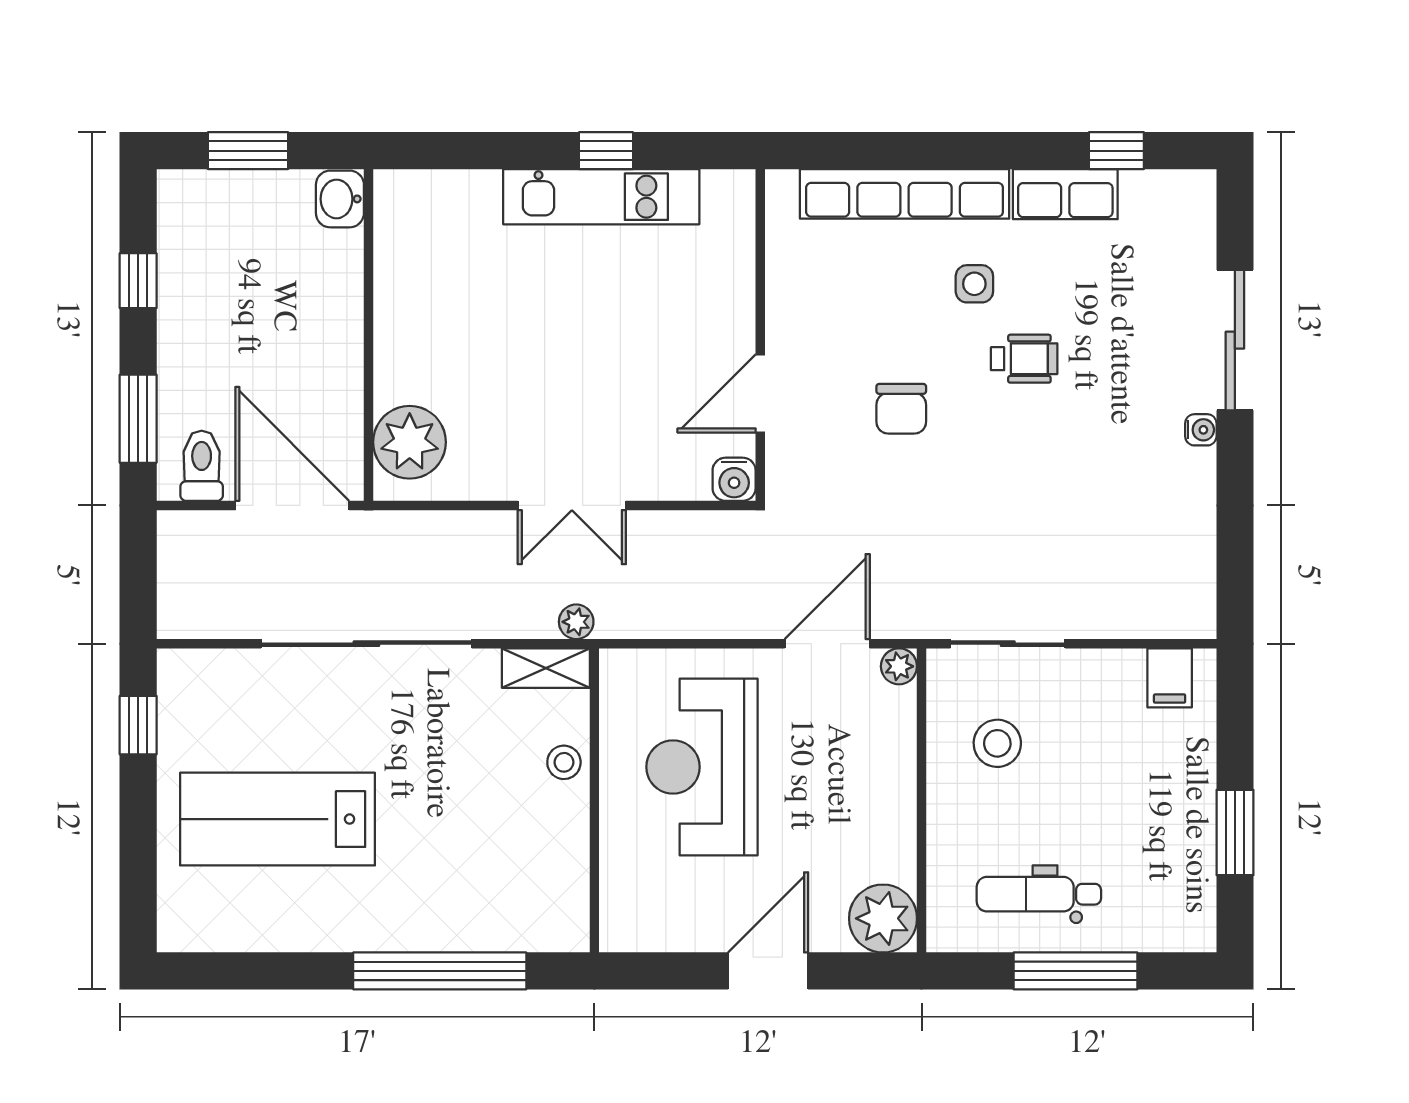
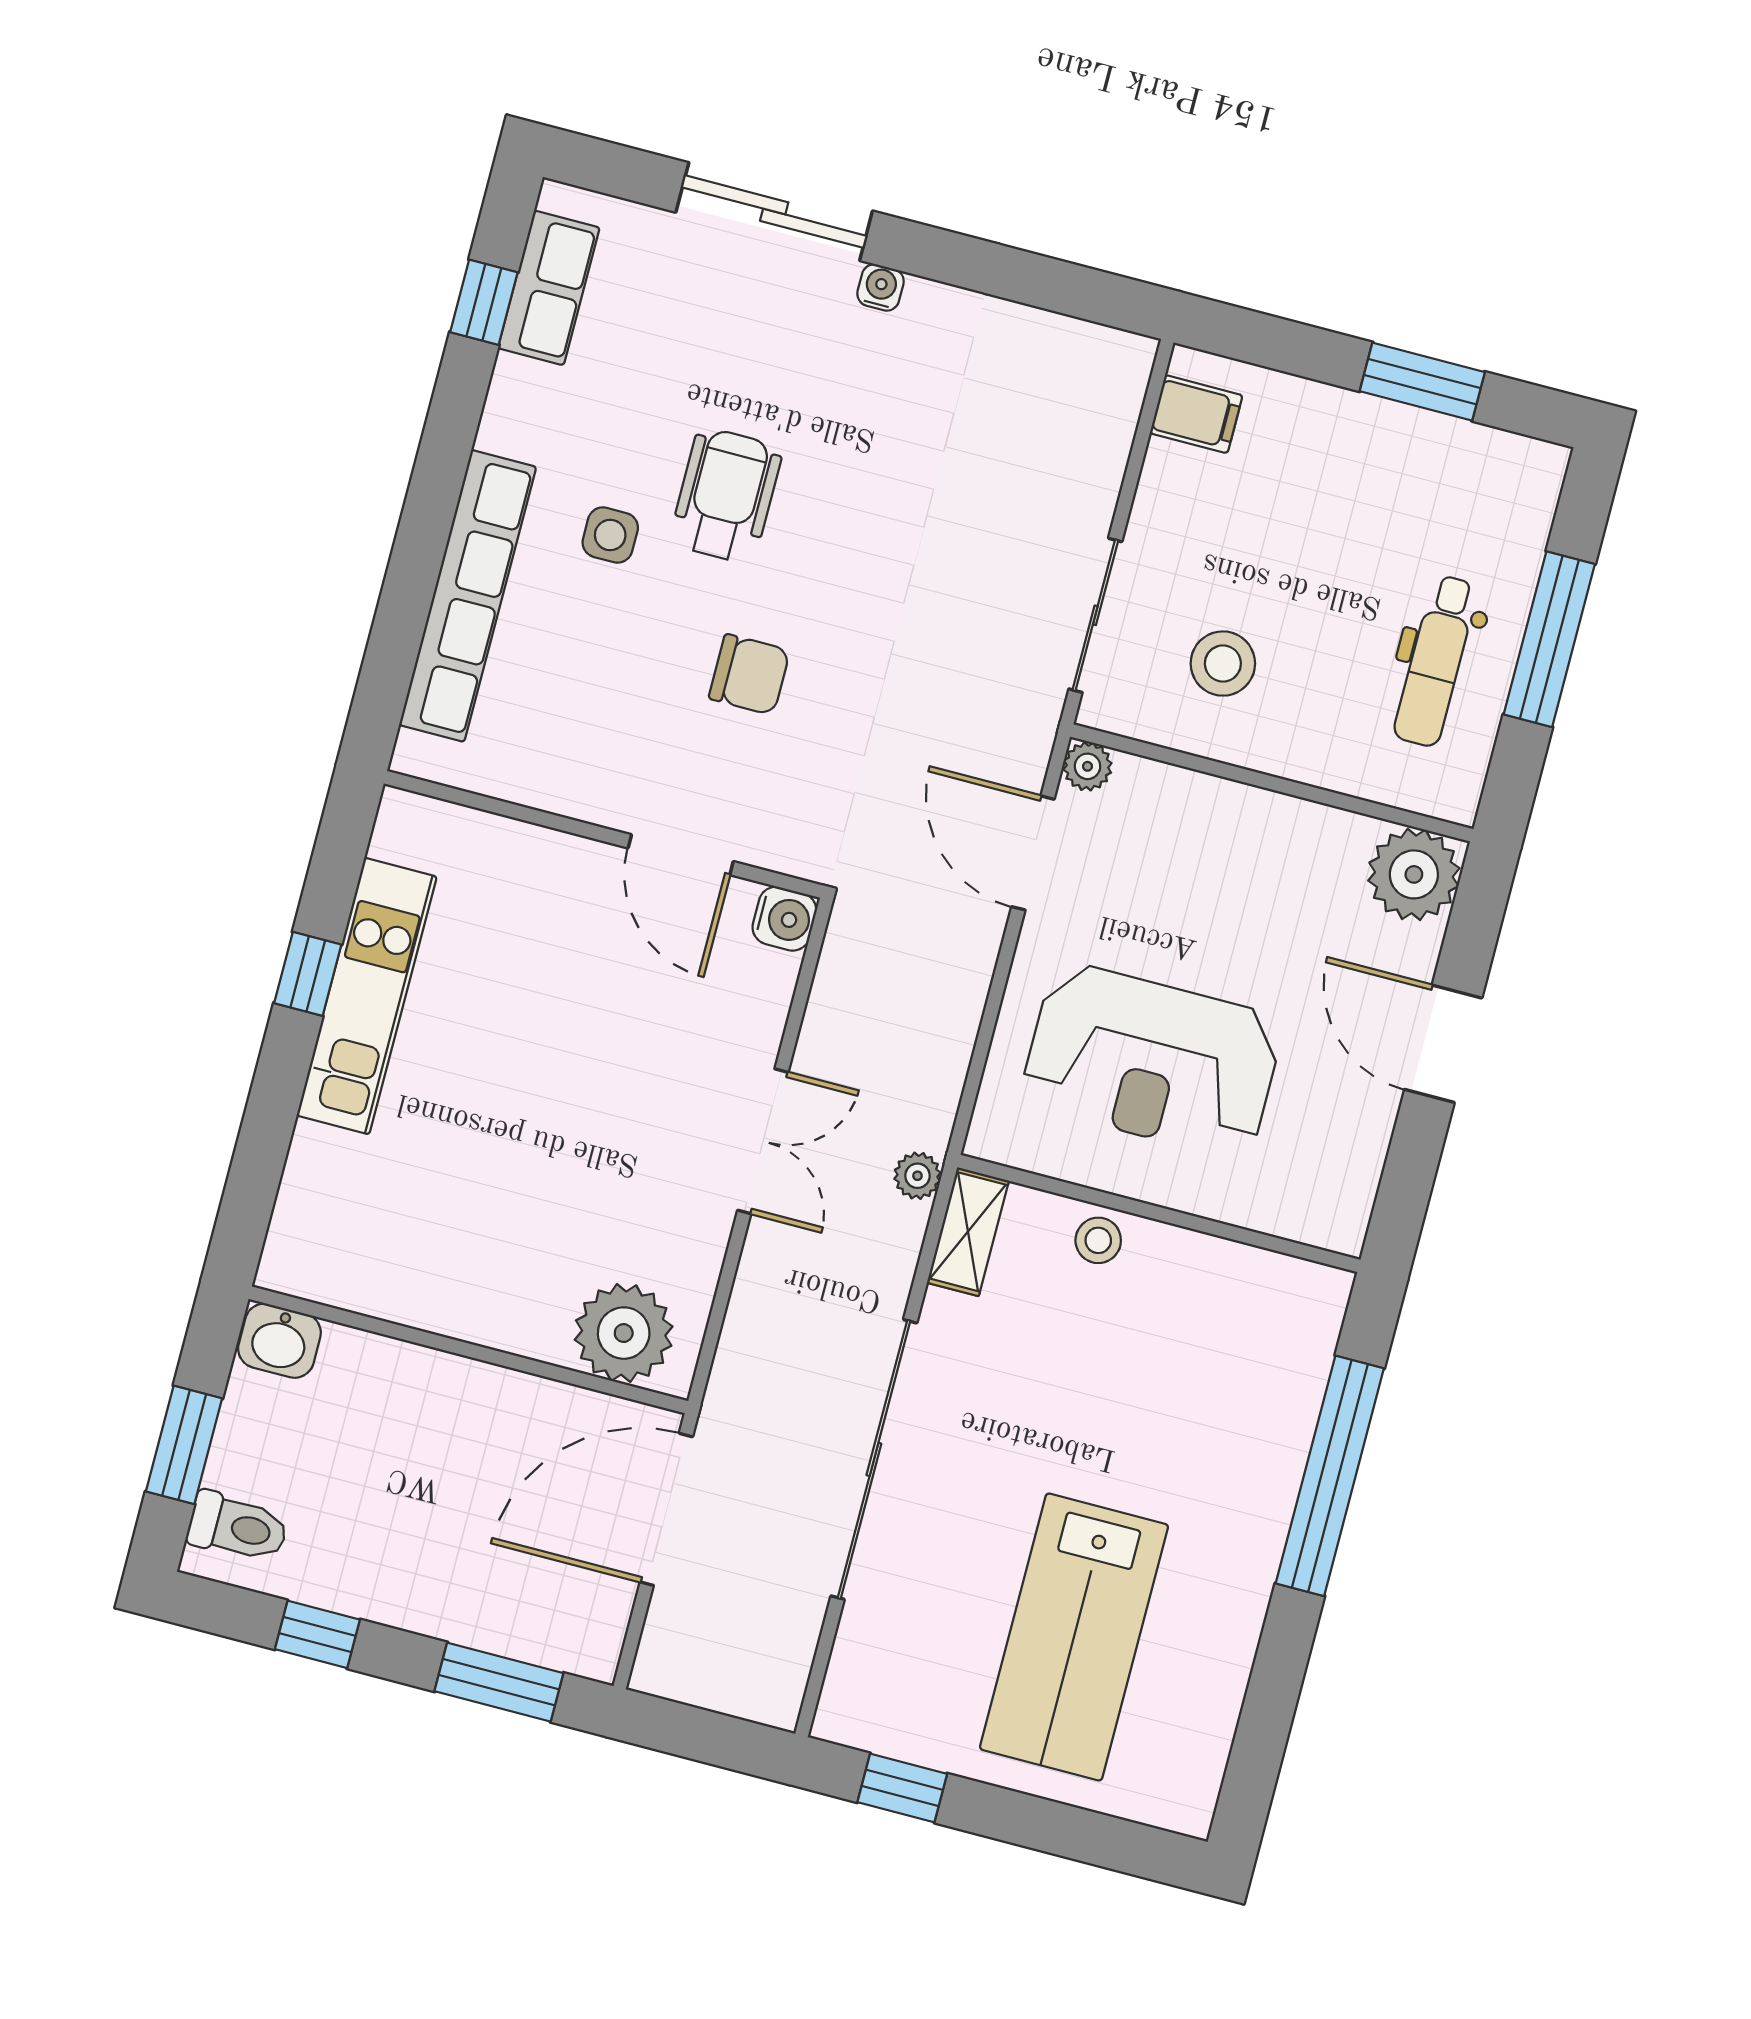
row of seats: (1065, 194) -> (549, 288), moved
wheelchair: (1024, 359) -> (726, 495), width x1.36, depth x1.37
toilet: (202, 466) -> (238, 1527), moved, turned 180

